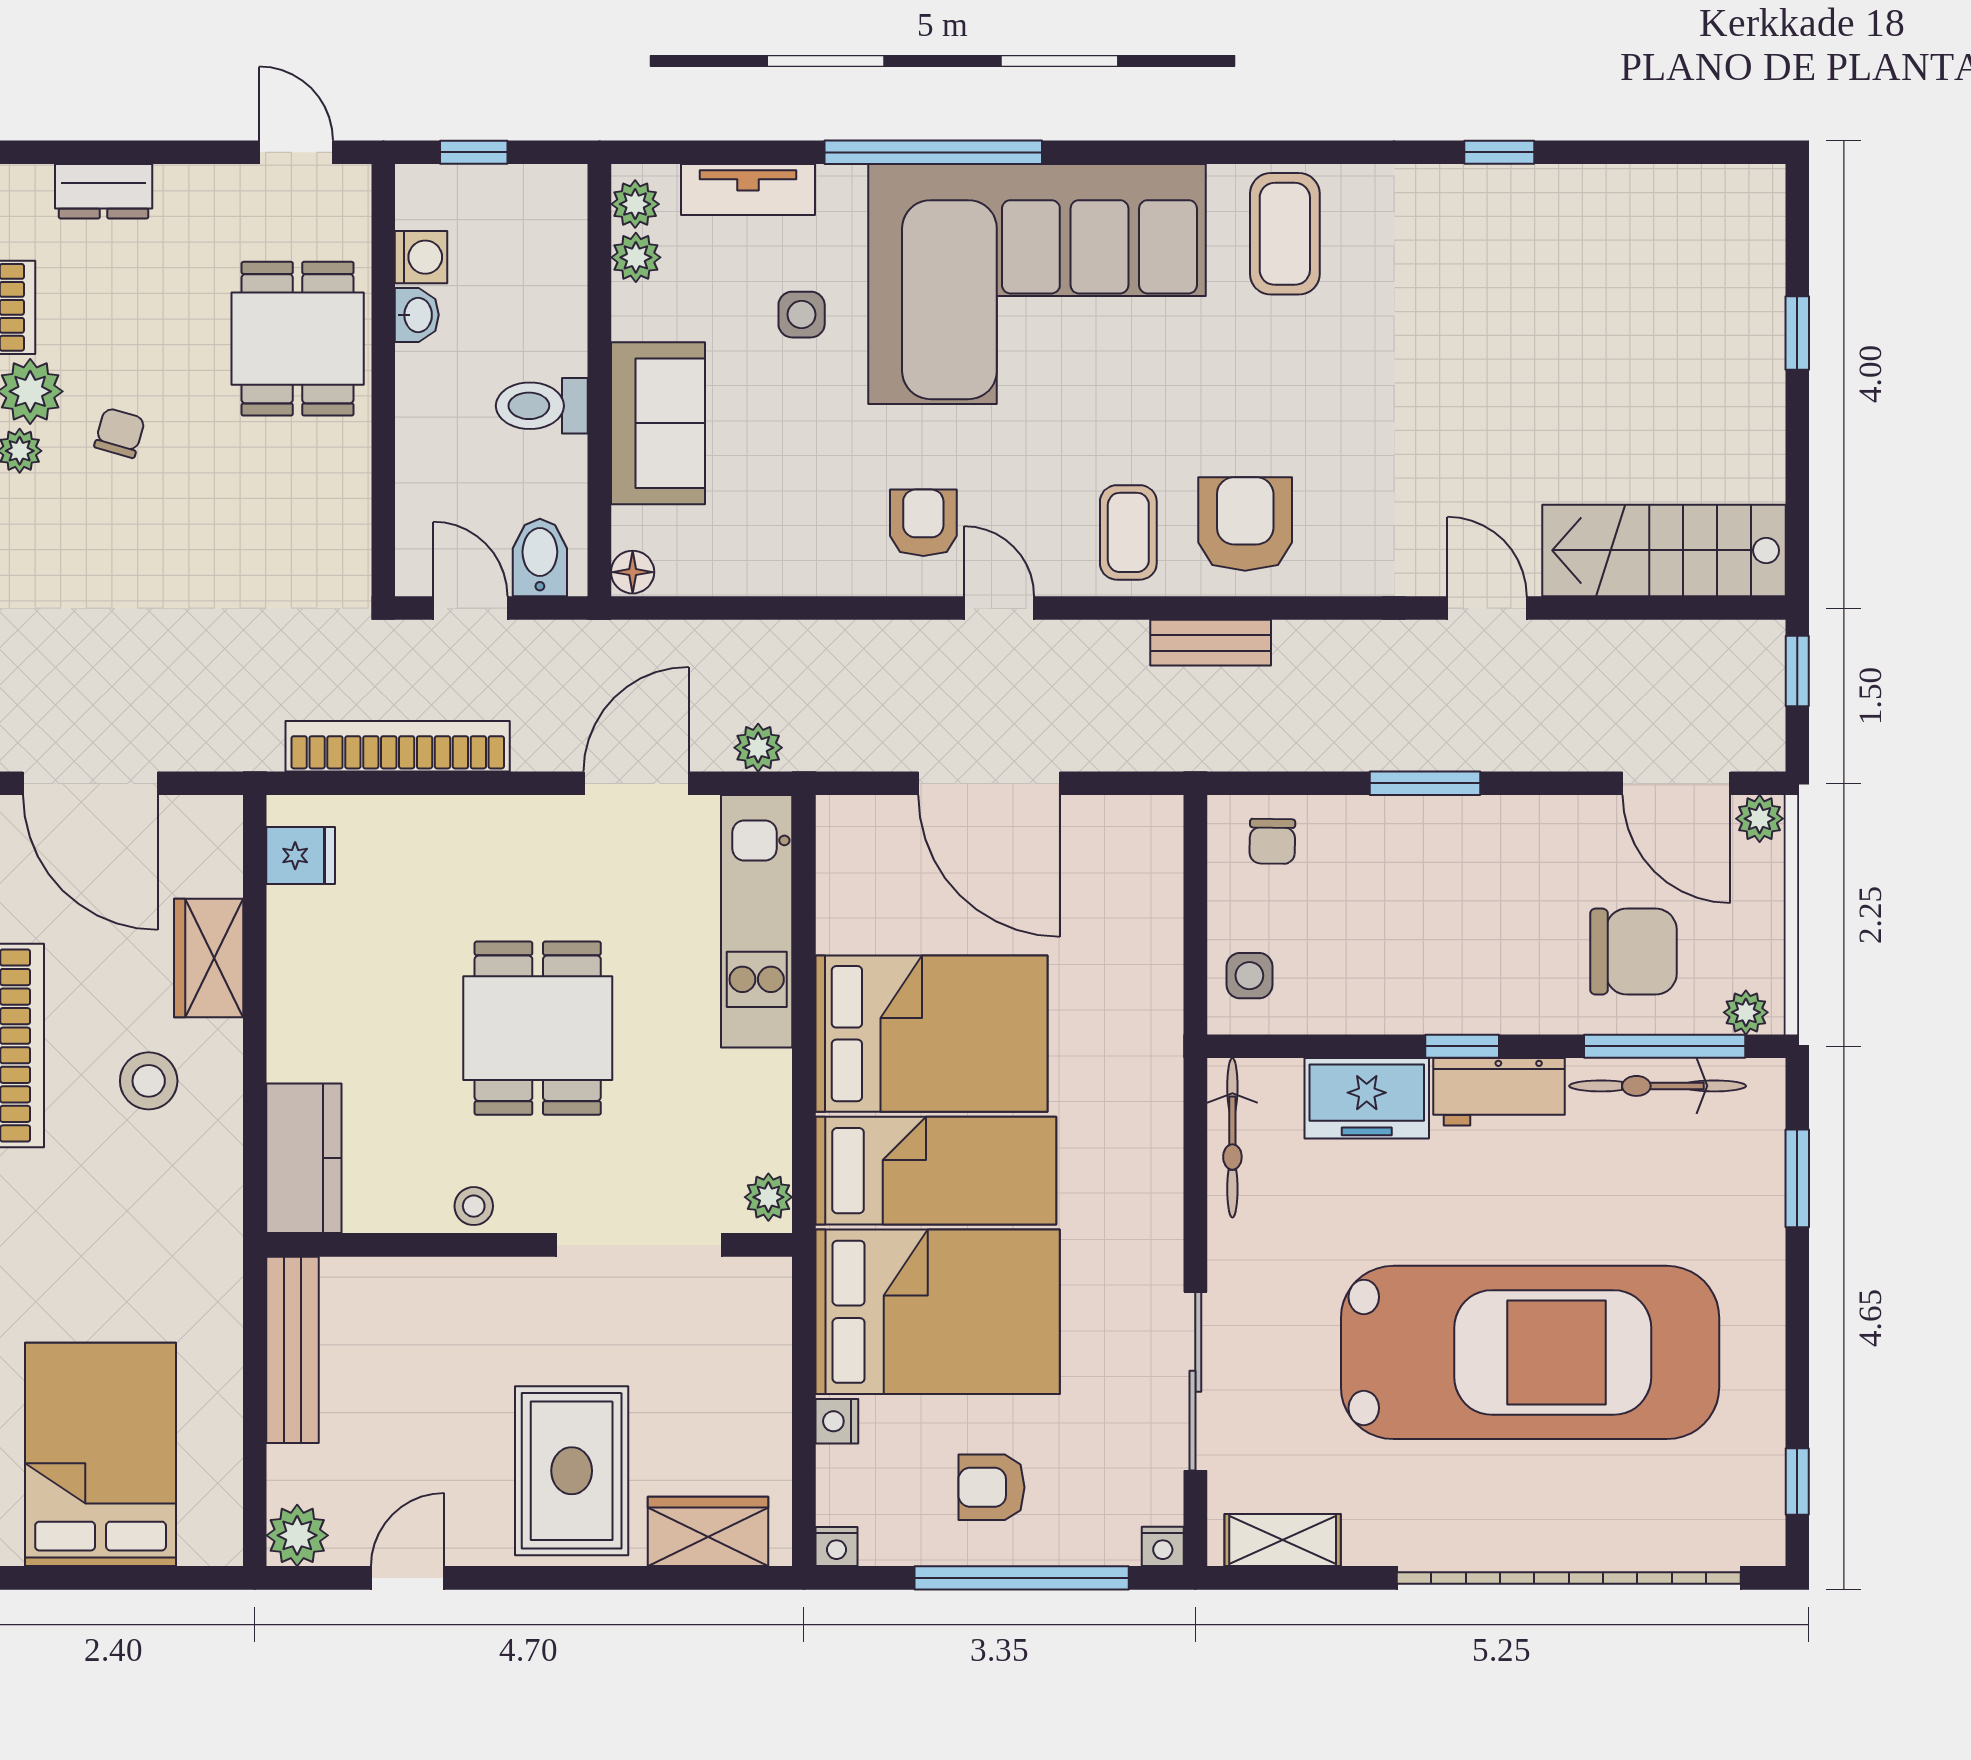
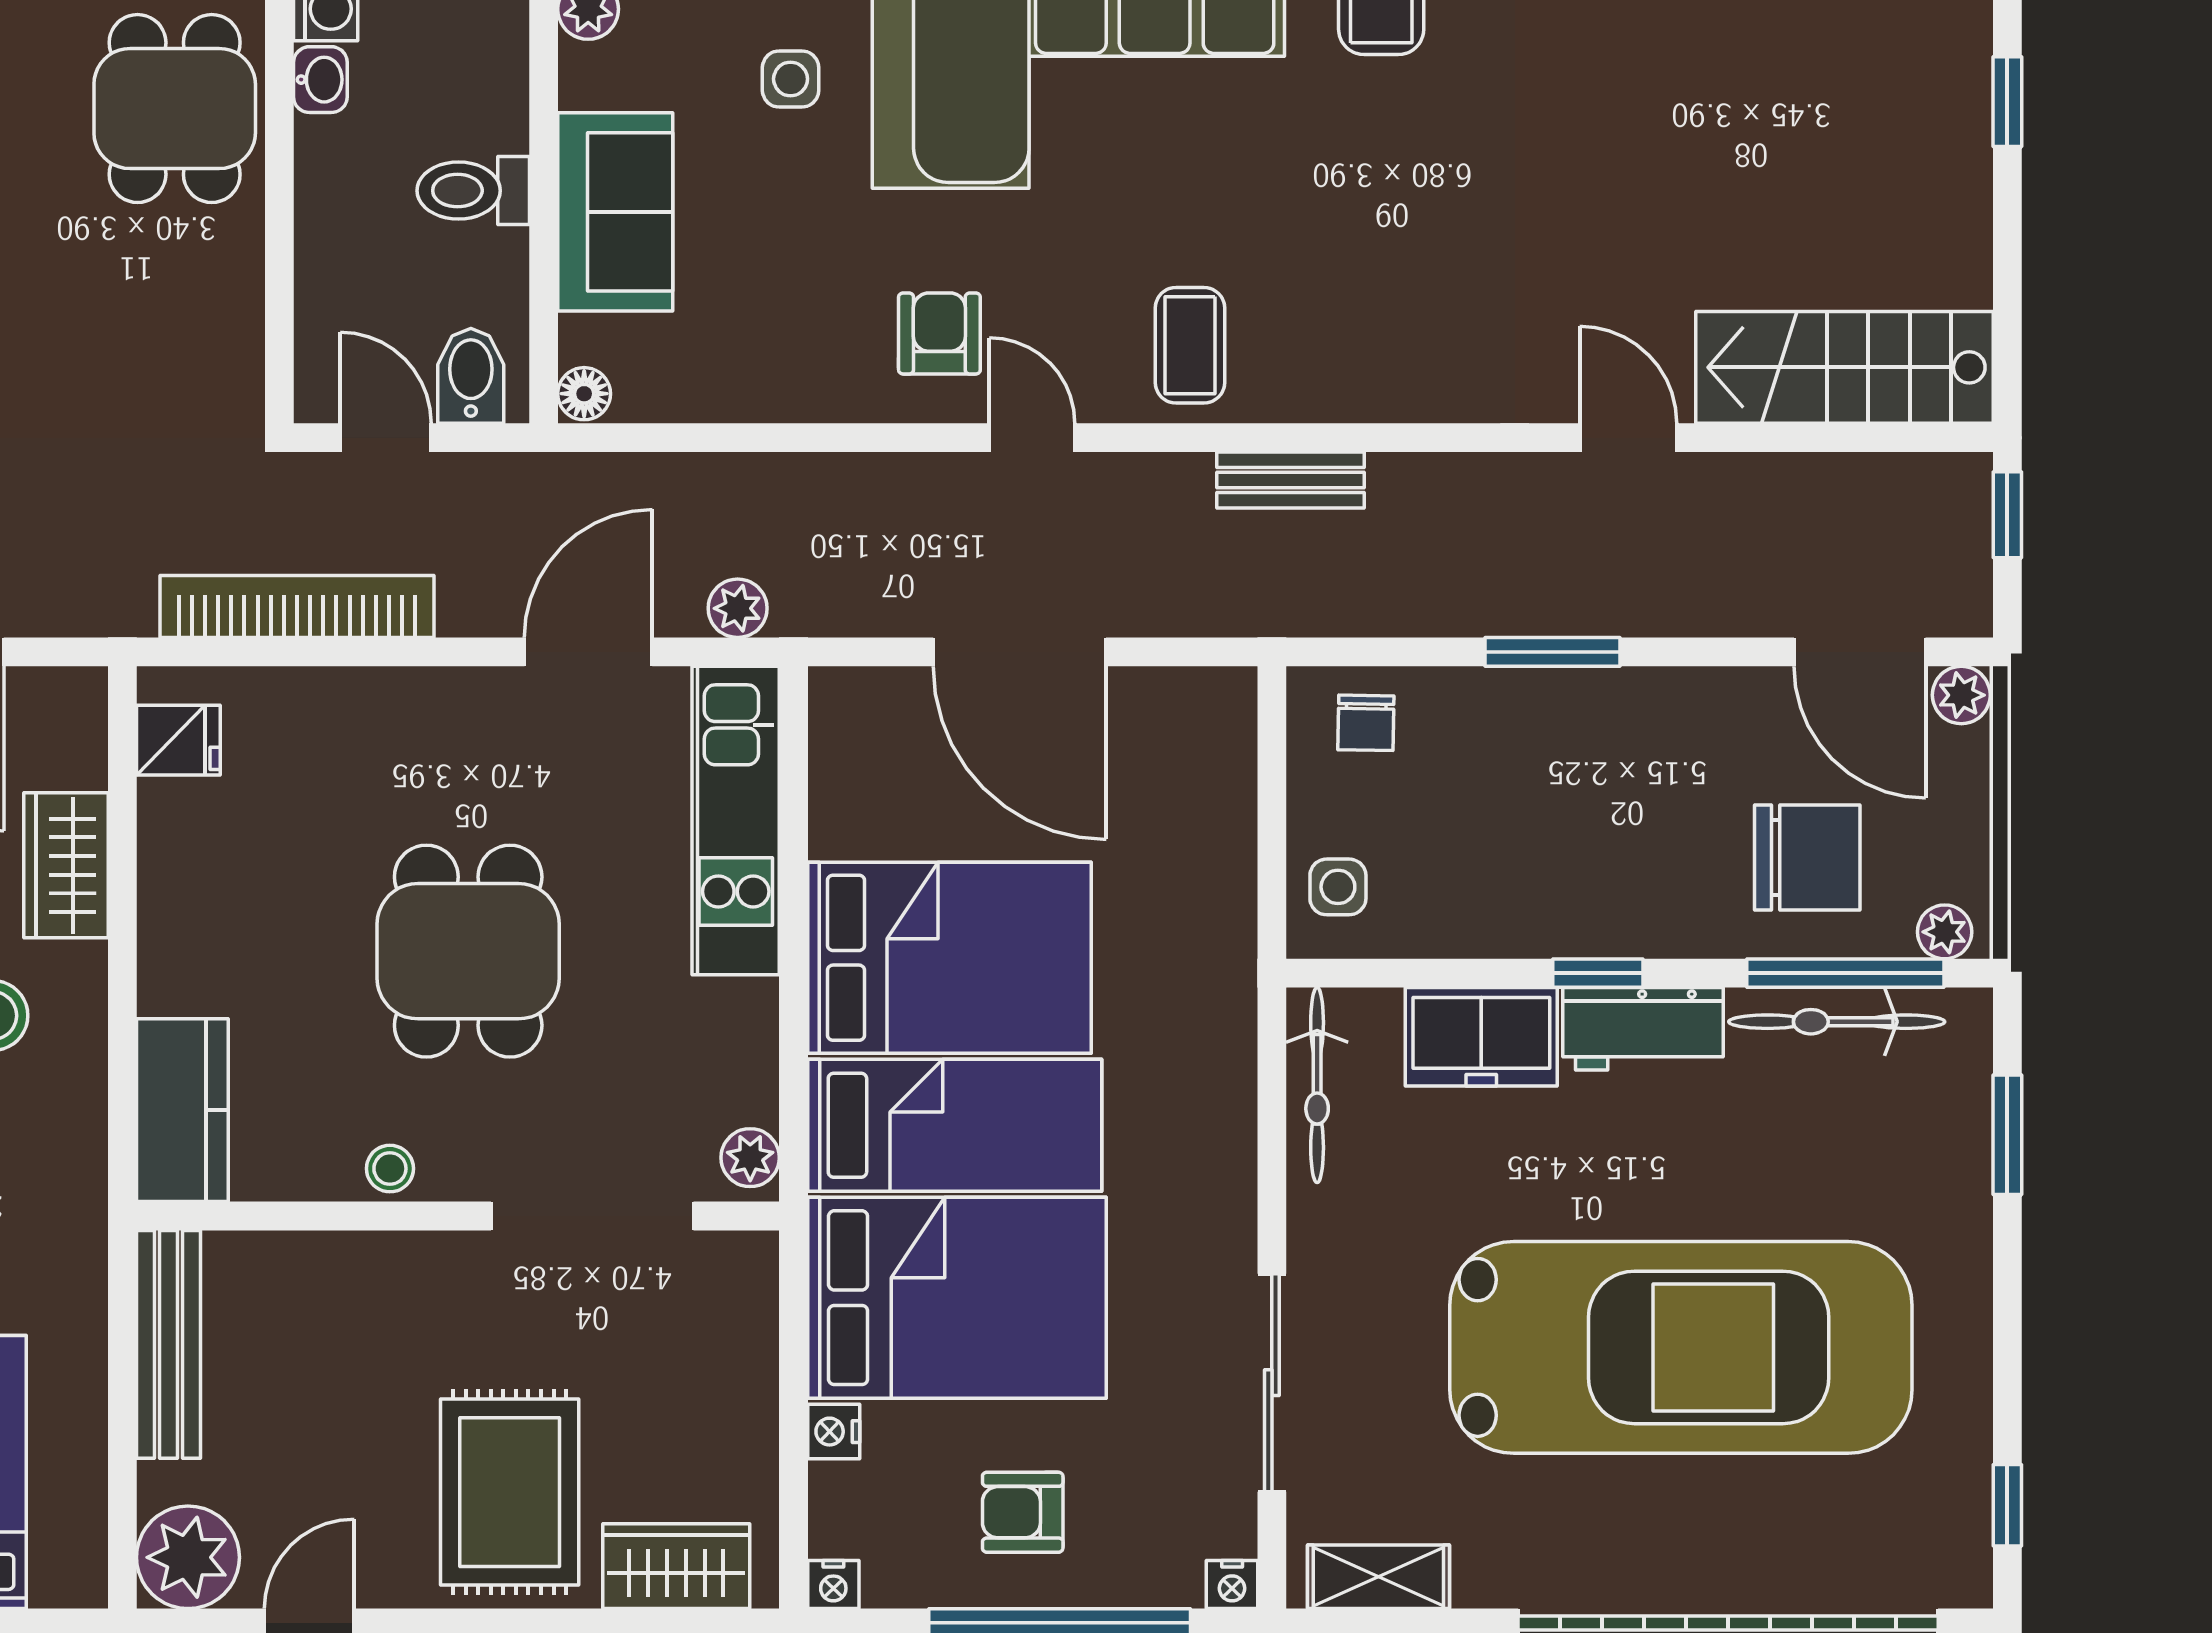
armchair: (1245, 524) -> (1333, 335), removed
plant: (297, 1535) -> (188, 1557), width x1.36, depth x1.36

